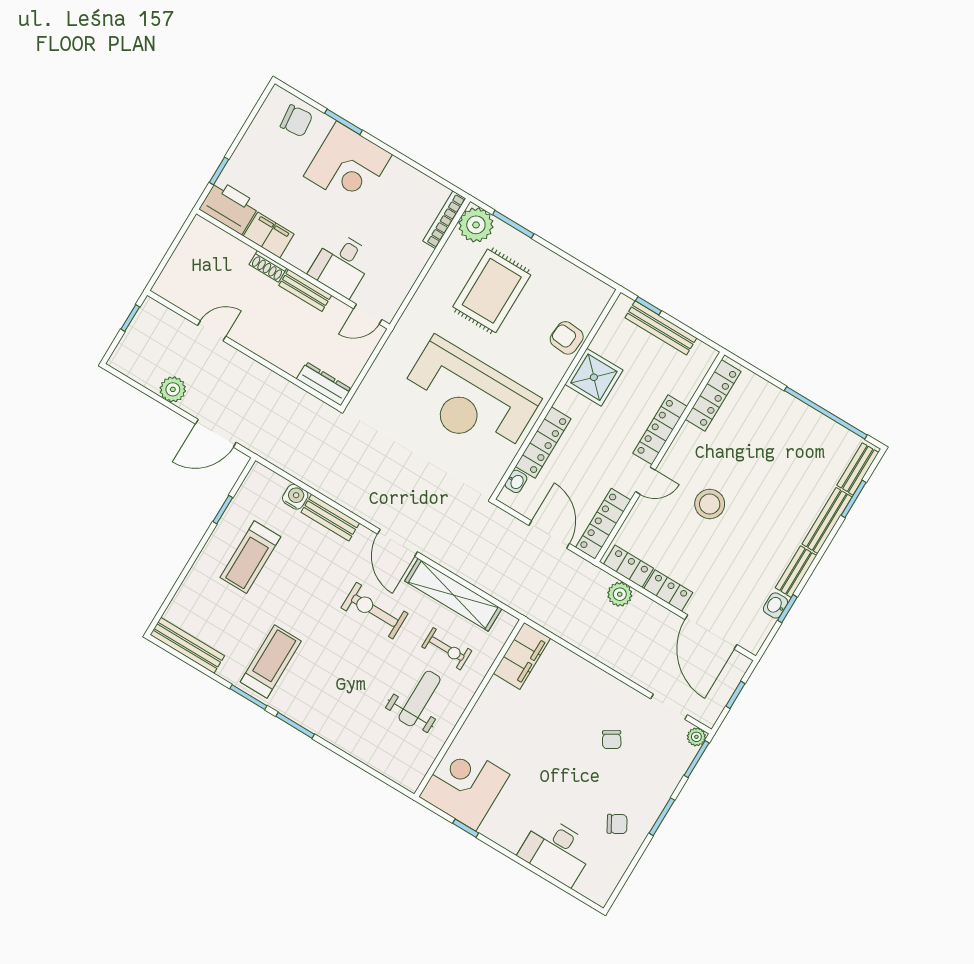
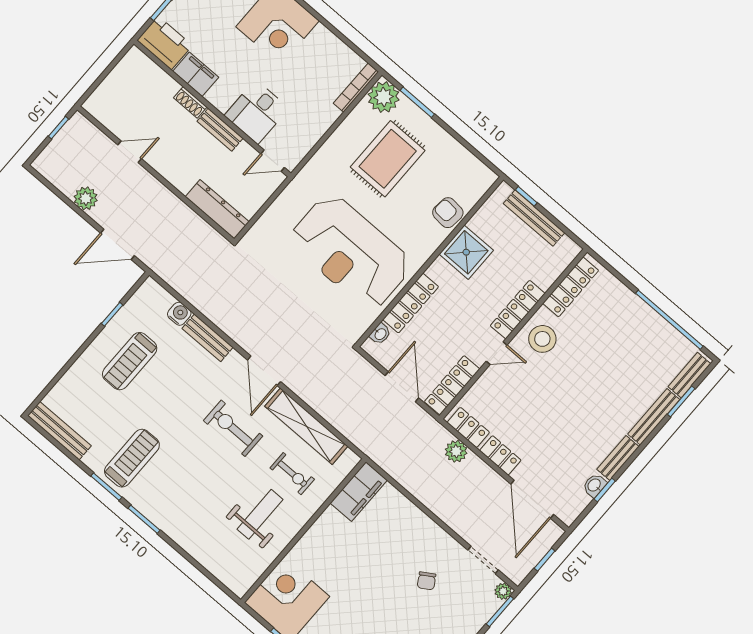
dresser: (324, 384) -> (217, 209), width x1.37, depth x1.24
stool: (710, 504) -> (542, 339), moved

